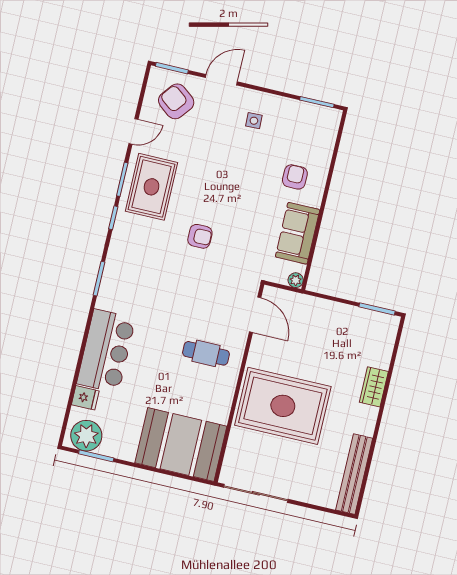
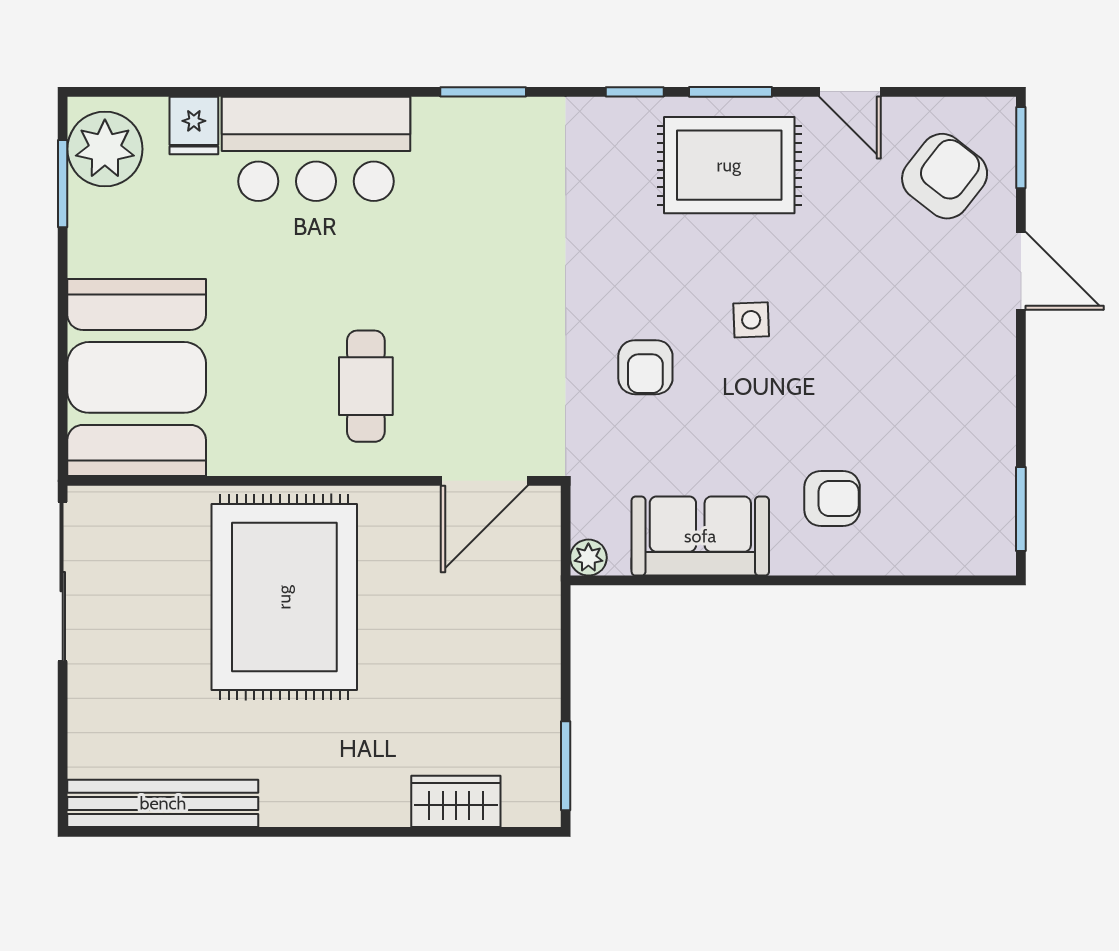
side table: (254, 121) -> (751, 320), moved
armchair: (200, 236) -> (645, 367), moved
wardrobe: (374, 387) -> (456, 801), moved

